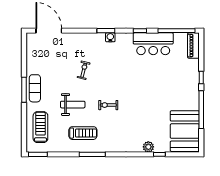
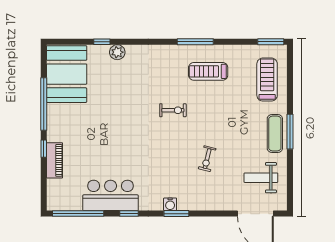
piano: (193, 46) -> (55, 160), moved
weight bench: (73, 105) -> (261, 178), moved
treadmill: (40, 127) -> (267, 80), turned 180

